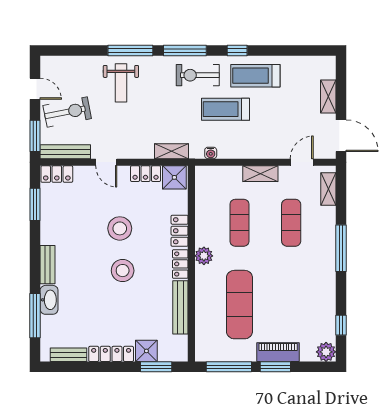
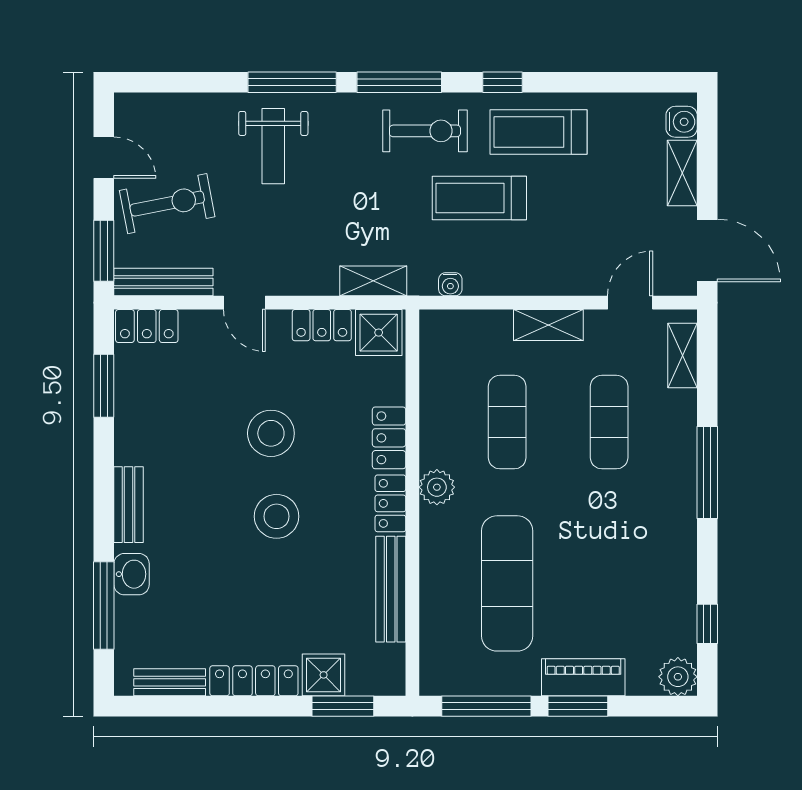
water cooler: (328, 71) -> (682, 122), added
exercise bike: (198, 75) -> (425, 131), turned 180
washbasin: (49, 300) -> (132, 574), width x0.72

